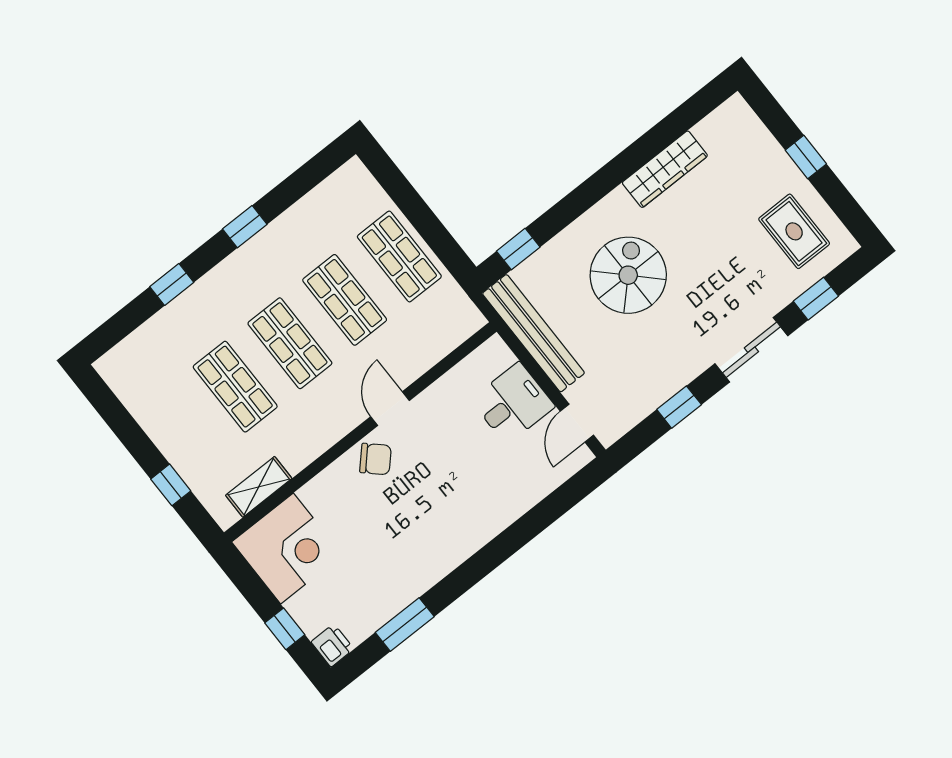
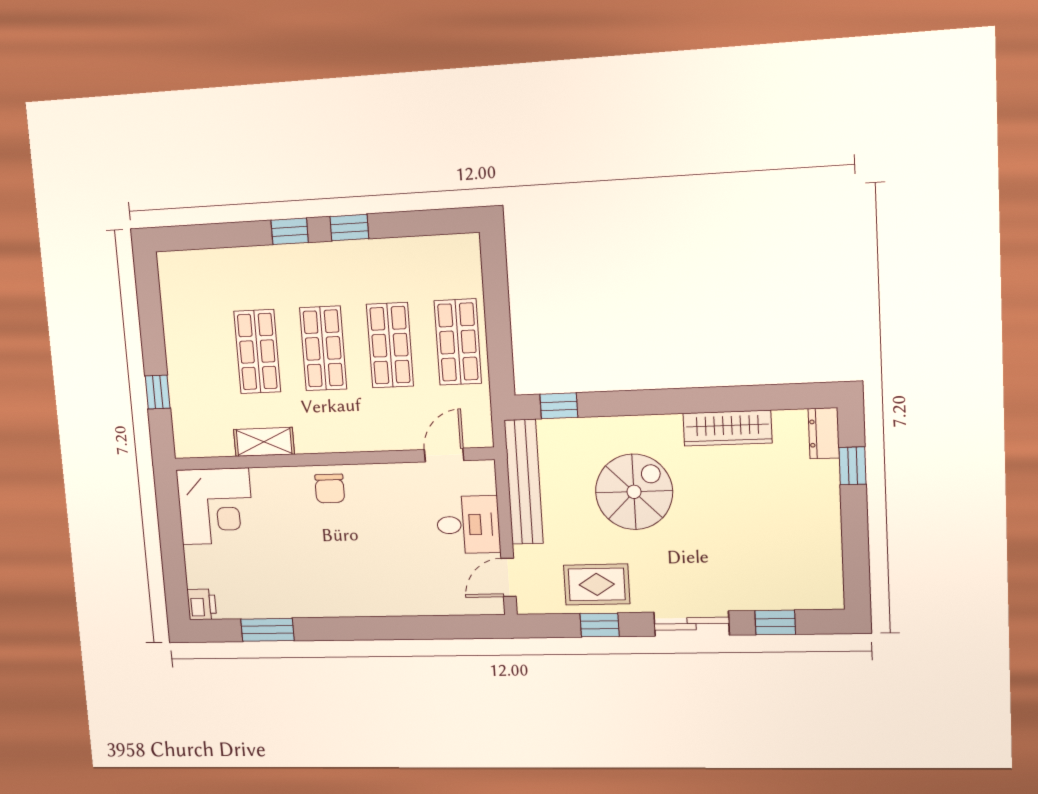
dresser: (742, 119) -> (824, 433), added
window: (806, 157) -> (852, 466), moved
rug: (794, 231) -> (597, 584), moved, turned 90
window: (172, 285) -> (290, 231), moved
door: (390, 409) -> (444, 455), moved
chair: (375, 459) -> (330, 488), turned 47
shelving: (259, 487) -> (264, 442), moved
window: (285, 629) -> (174, 565), removed

